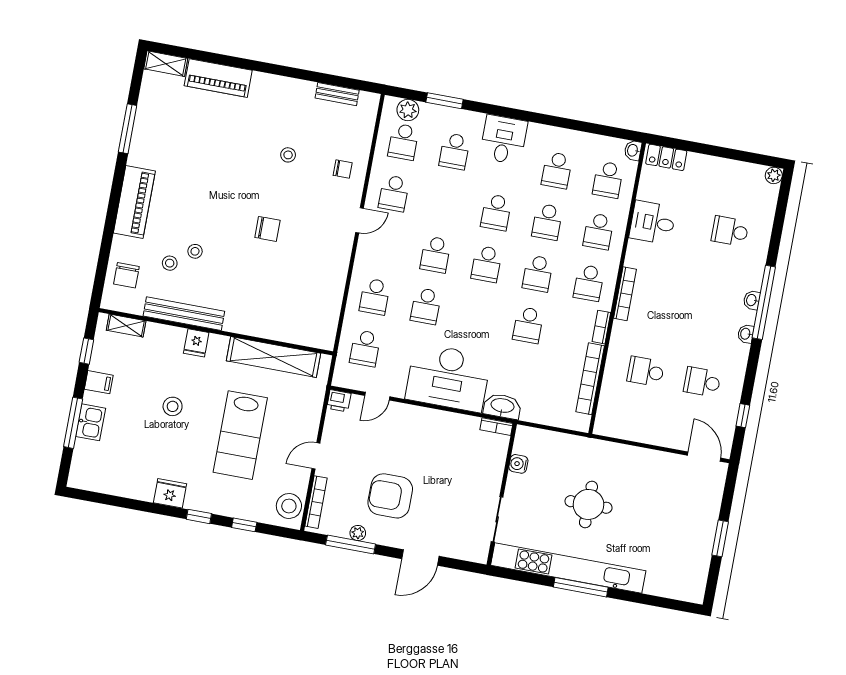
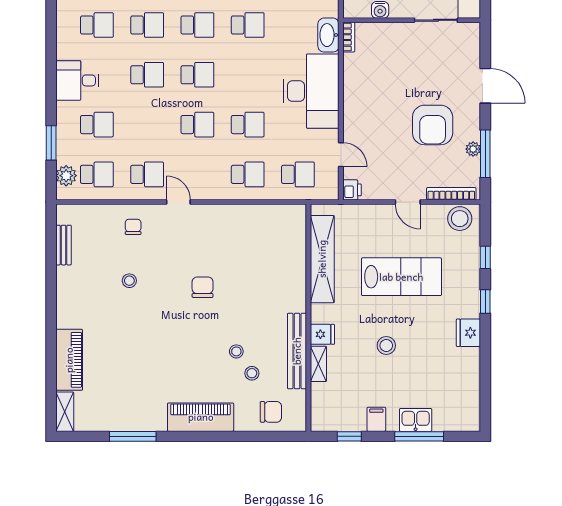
shelving: (126, 326) -> (318, 364), moved

